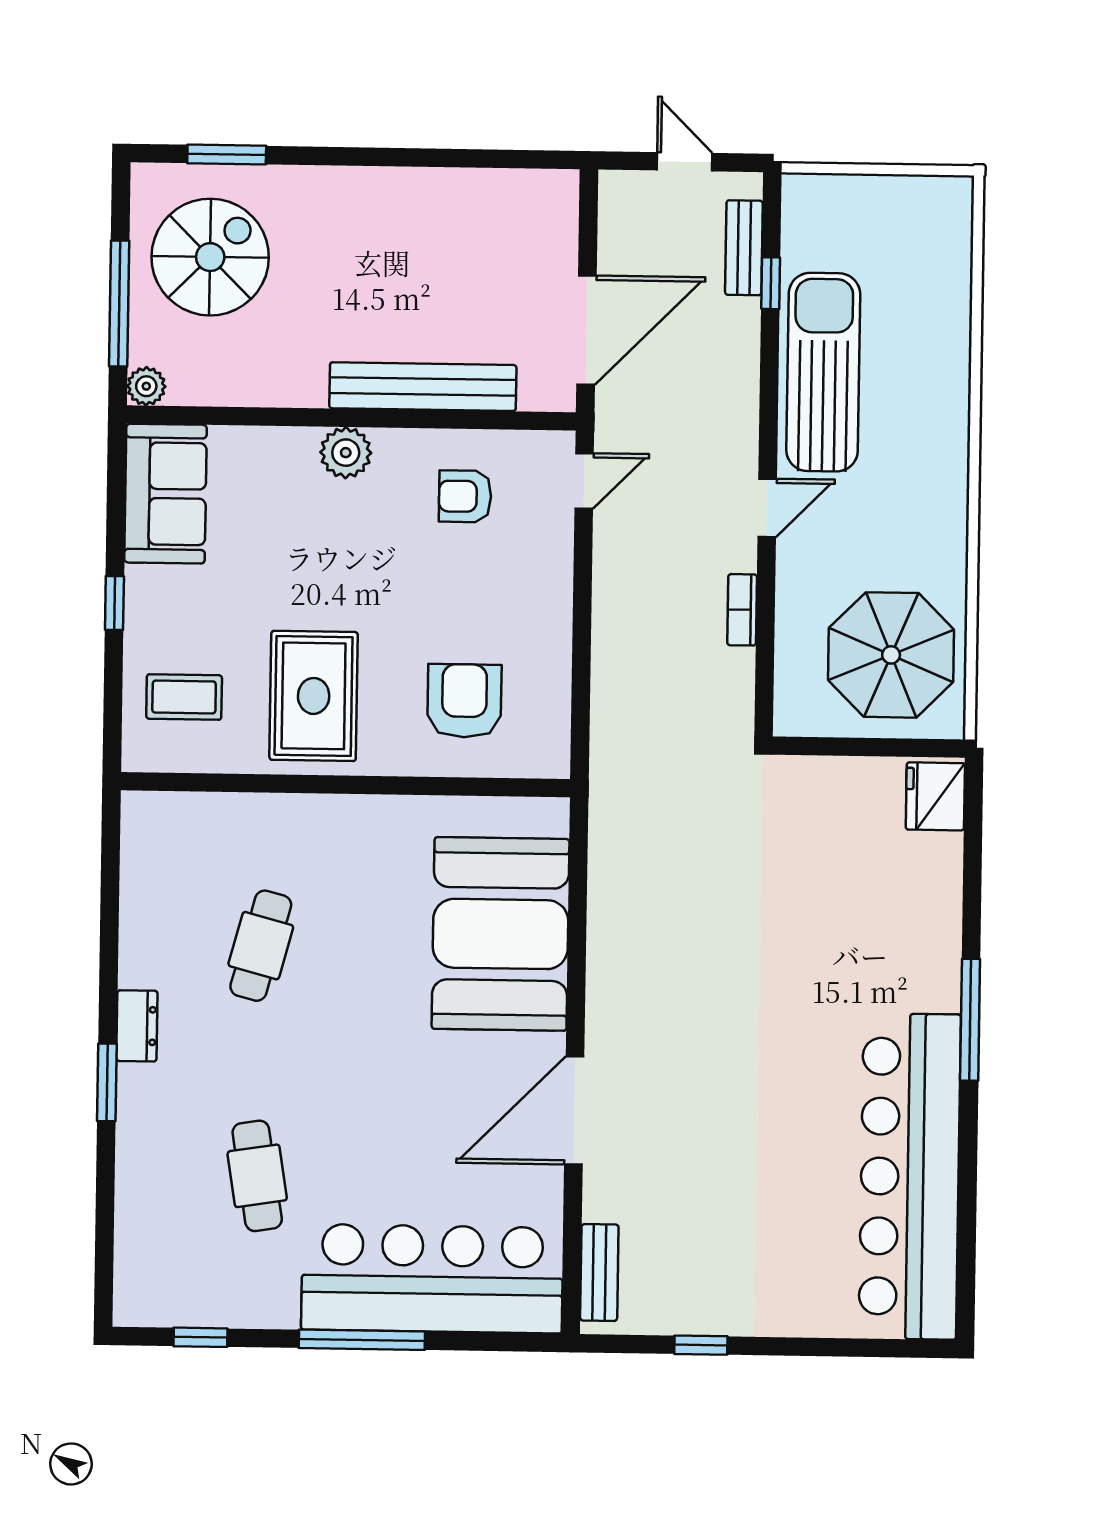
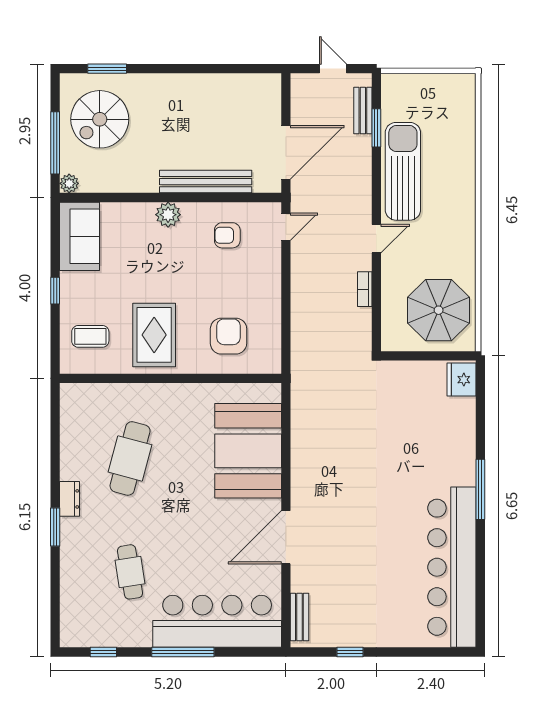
spiral stairs: (210, 257) -> (100, 119), turned 180
window: (771, 283) -> (376, 128), width x1.50
cafe table: (261, 946) -> (130, 458), width x1.37, depth x1.35

